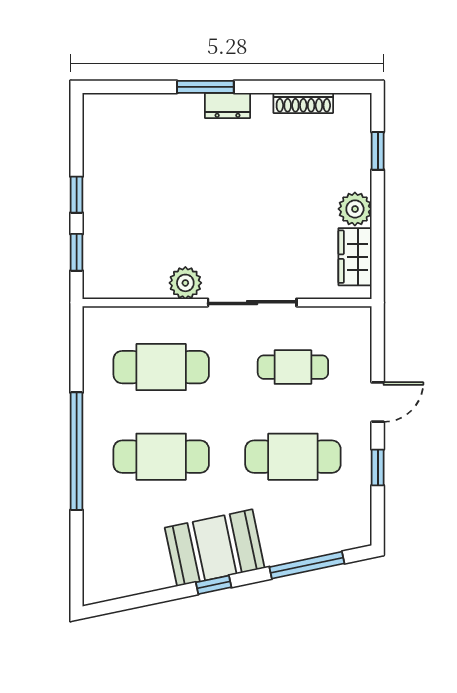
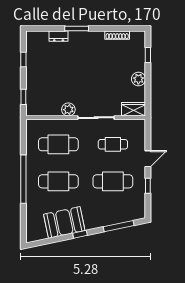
dresser: (227, 105) -> (59, 36), moved
window: (77, 195) -> (23, 60), moved
wardrobe: (355, 257) -> (134, 109), moved, turned 90
booth: (215, 548) -> (64, 222), moved

